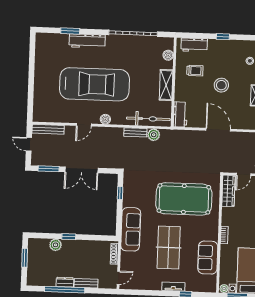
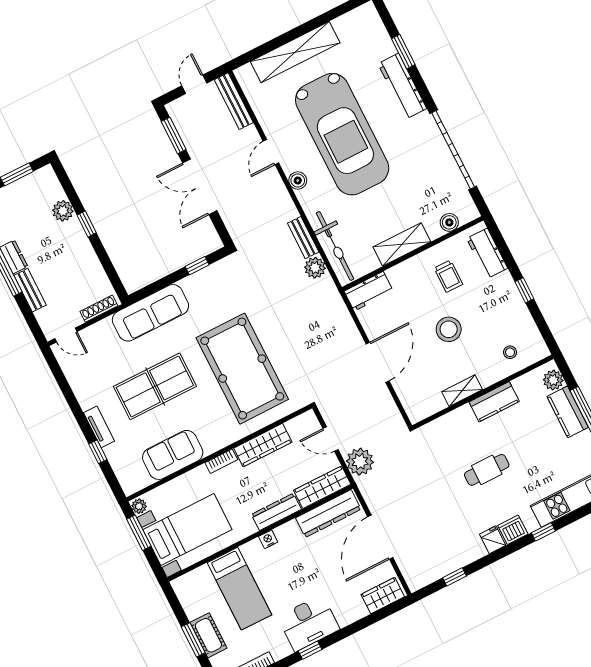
shelving: (41, 85) -> (295, 52), added
door: (84, 125) -> (271, 152), hinge flipped
wardrobe: (228, 191) -> (263, 445), moved

